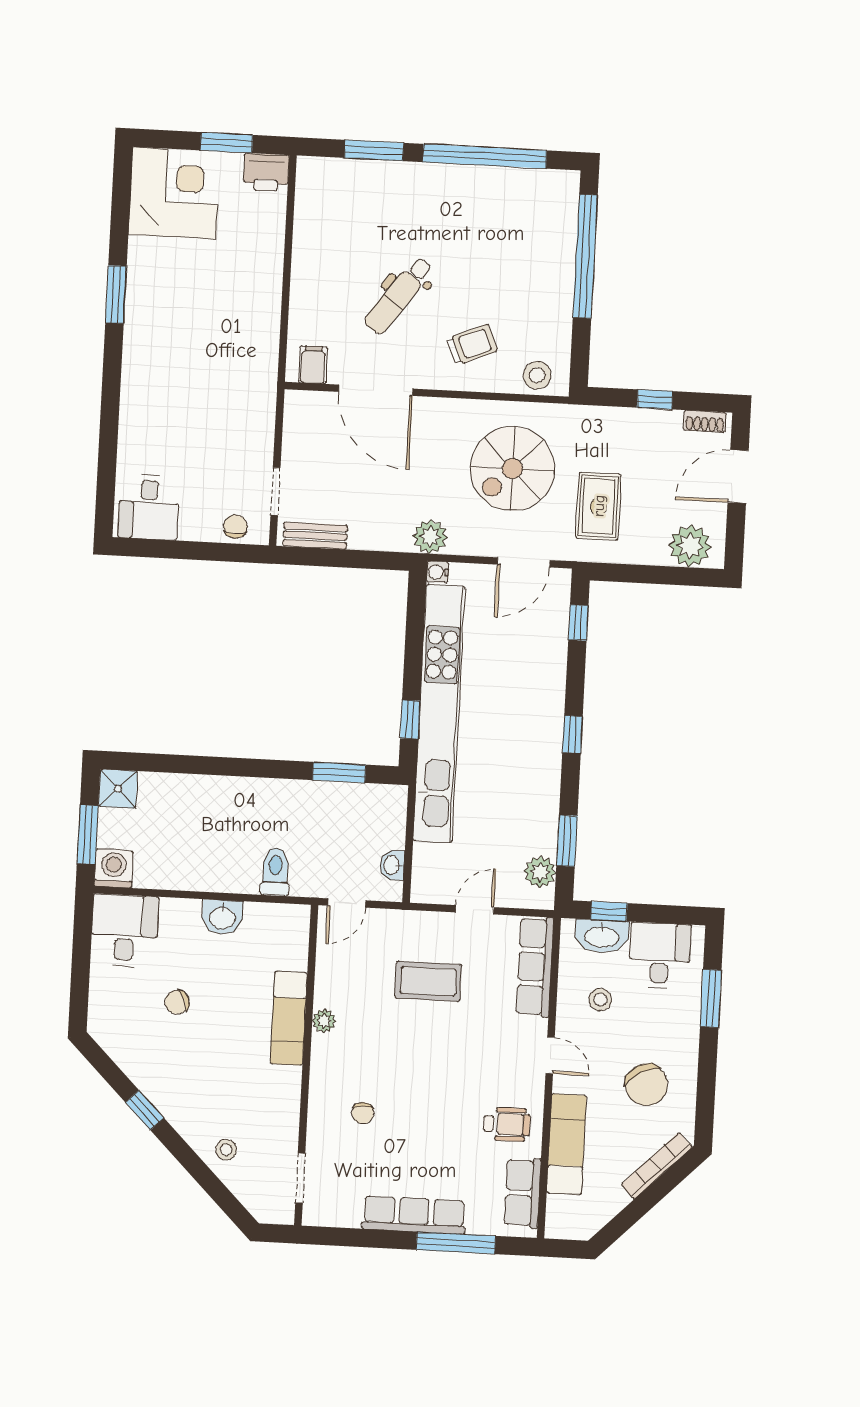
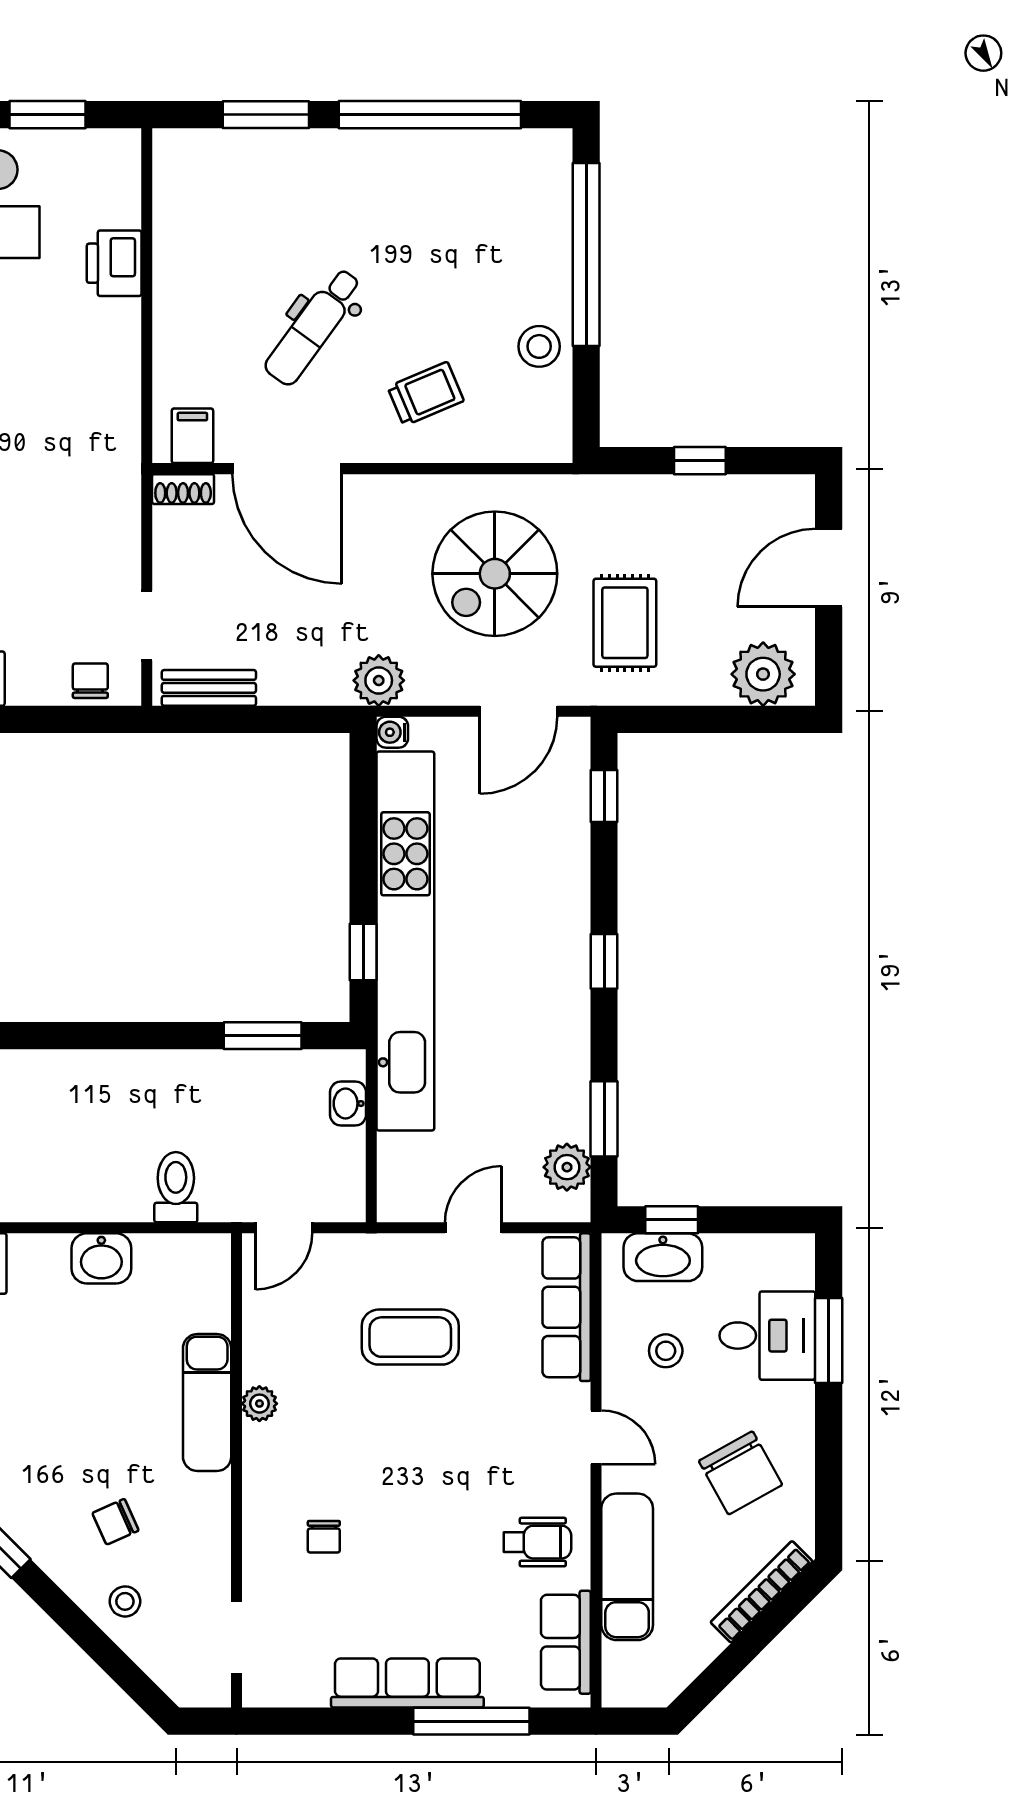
printer: (266, 172) -> (114, 263), moved, turned 90
stool: (537, 375) -> (539, 346), moved
shoe rack: (705, 421) -> (183, 489), moved
washbasin: (392, 865) -> (348, 1104), moved
desk: (660, 955) -> (767, 1336), moved, turned 90
chair: (177, 1002) -> (115, 1522), moved

